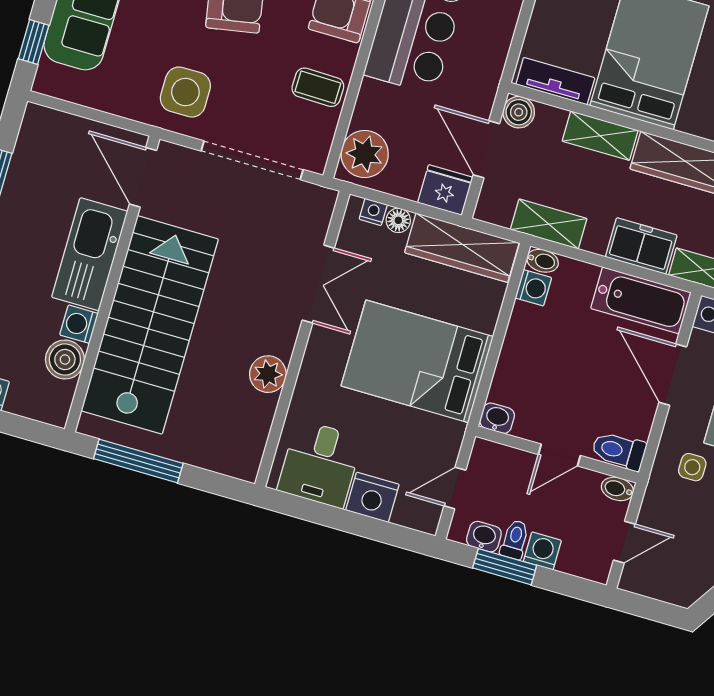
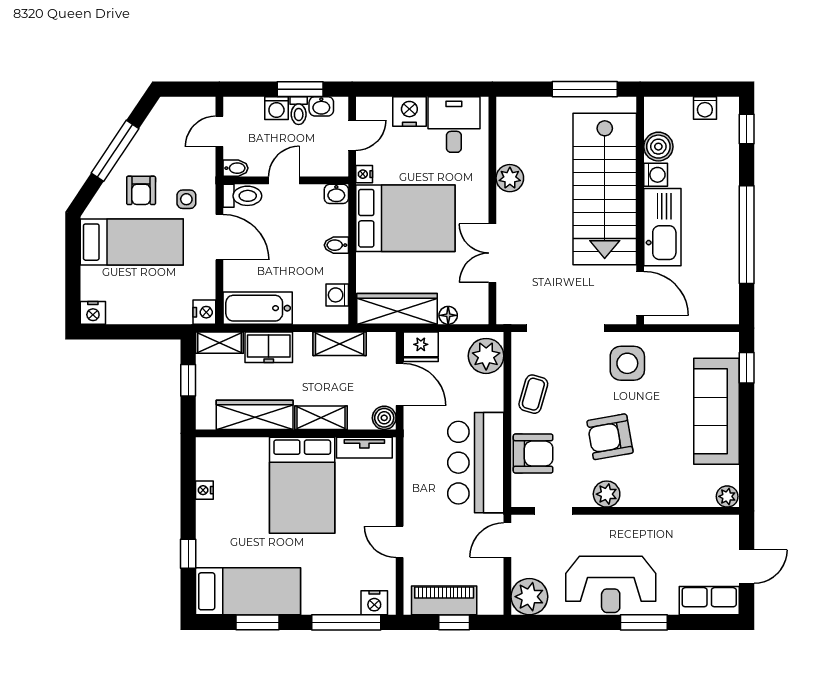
coffee table: (318, 87) -> (533, 394), turned -75
nightstand: (373, 212) -> (364, 174), moved, turned 90
bidet: (543, 261) -> (336, 245), moved
door: (673, 375) -> (219, 237), moved

